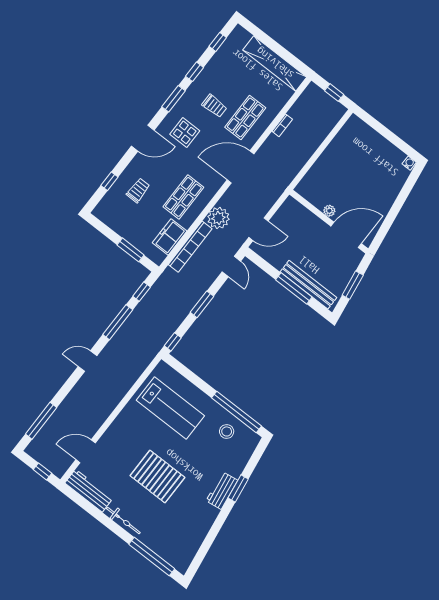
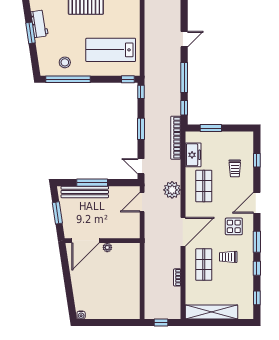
bookcase: (190, 247) -> (176, 138), moved
window: (176, 365) -> (128, 79), added

